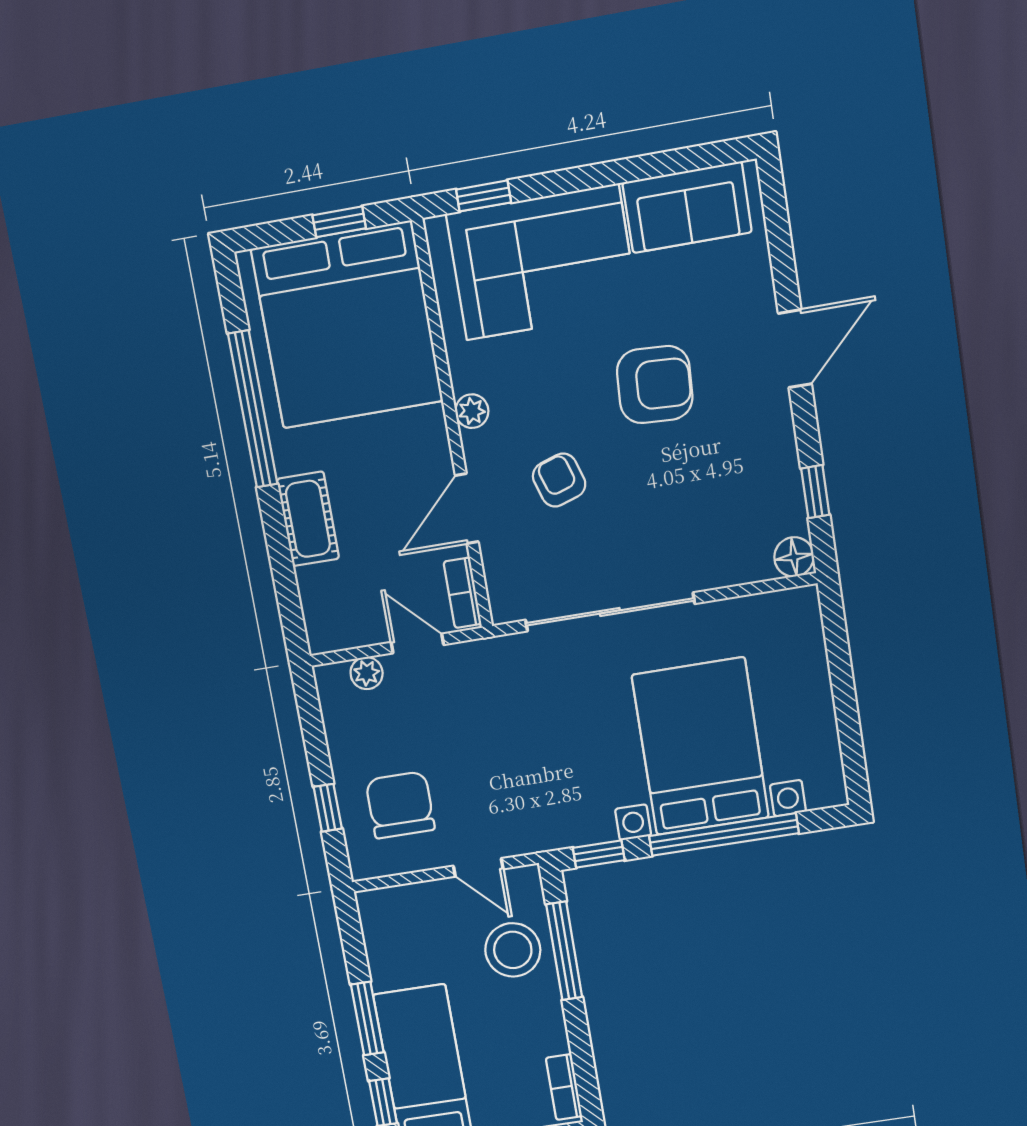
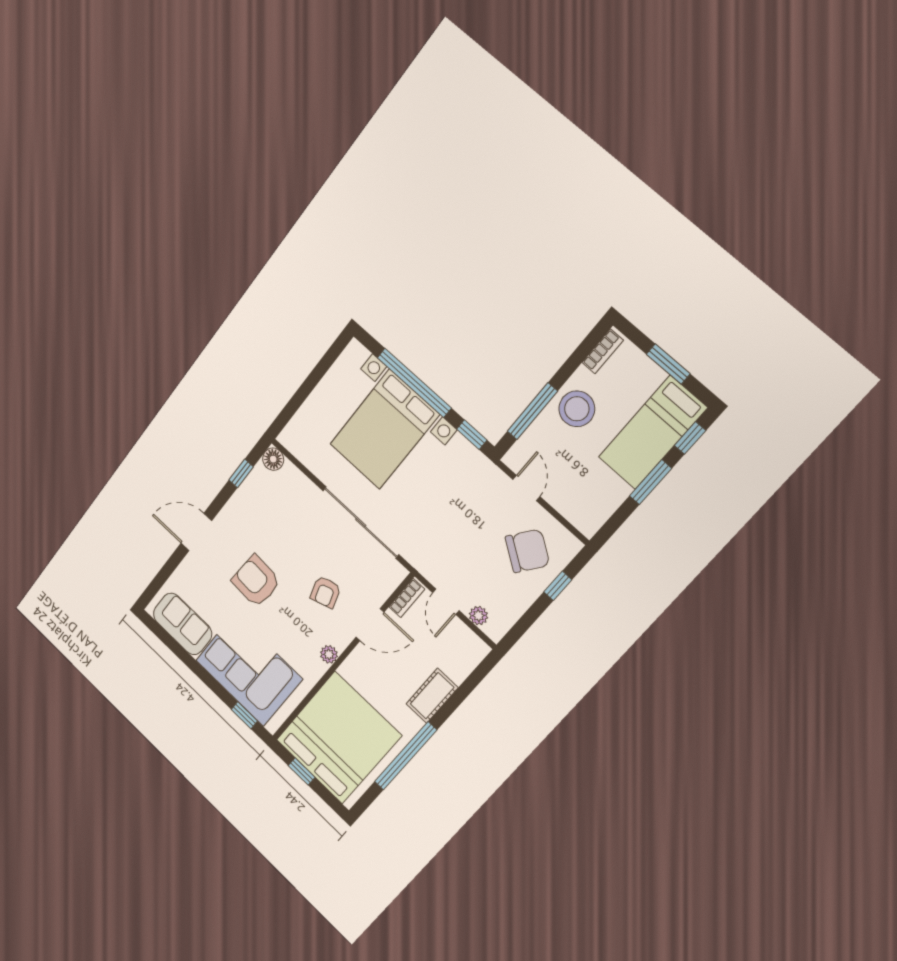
chair: (400, 805) -> (527, 551), turned -145
stool: (513, 950) -> (577, 409), moved

